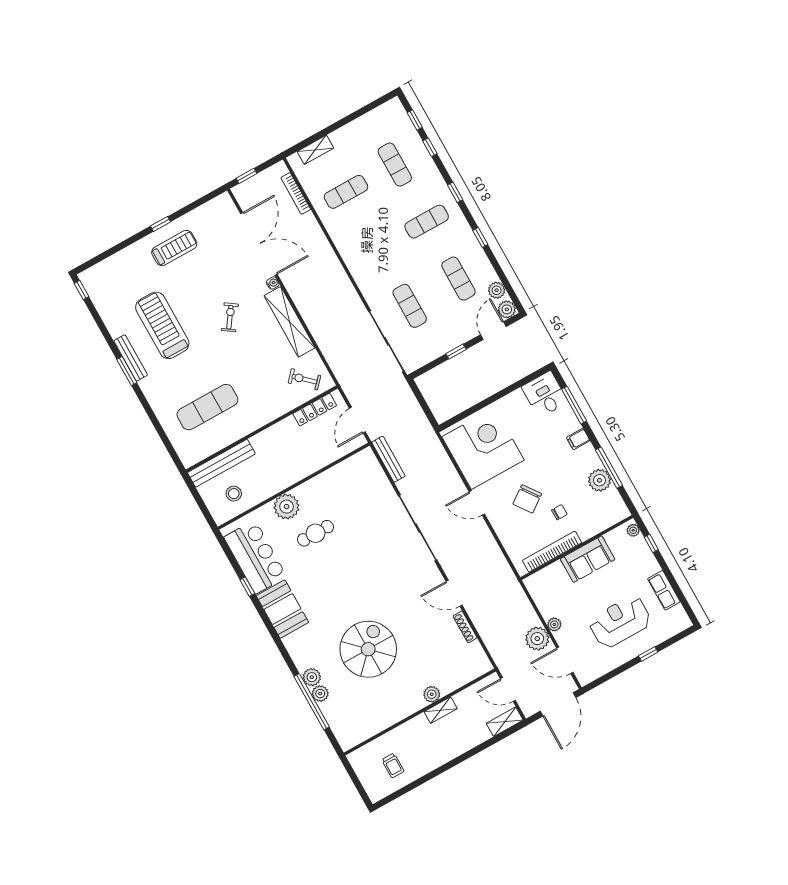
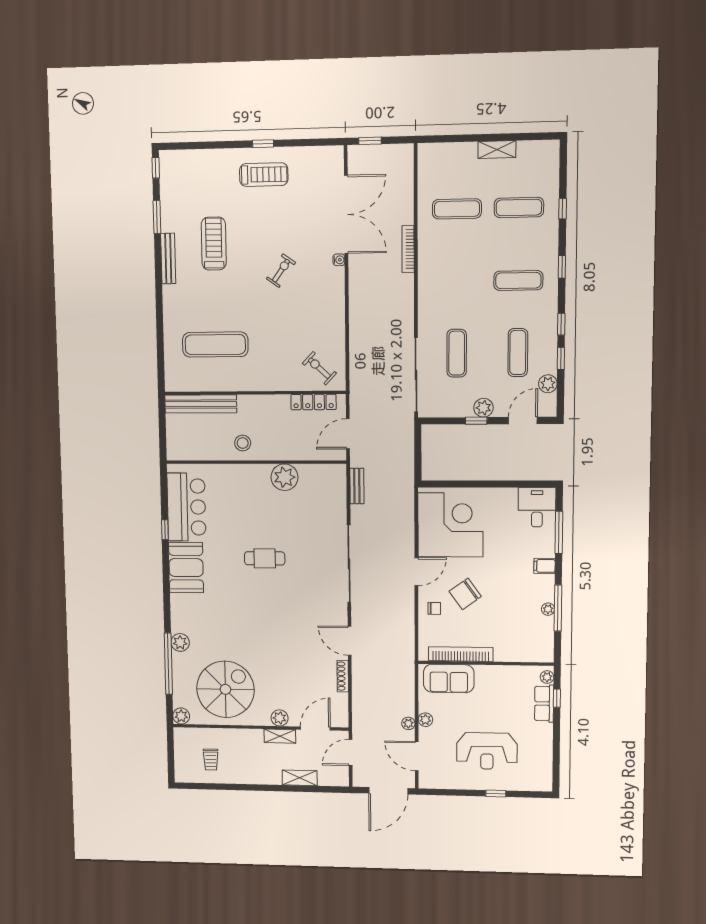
window: (415, 120) -> (561, 358), moved
shelving: (315, 150) -> (497, 150), moved
exercise mat: (395, 165) -> (519, 207), turned 90
bookcase: (296, 193) -> (408, 249), moved
plant: (507, 309) -> (483, 408), moved
shelving: (290, 322) -> (335, 306), removed
treadmill: (162, 325) -> (214, 244), width x0.73, depth x0.73
window: (127, 371) -> (157, 217), moved
bench: (388, 459) -> (357, 486), width x0.73
plant: (600, 480) -> (548, 609), width x0.53, depth x0.53
stool: (234, 494) -> (243, 443), moved
door: (477, 503) -> (416, 572), swing flipped
plant: (287, 507) -> (285, 477), moved
chair: (559, 512) -> (434, 608), moved
cafe table: (315, 533) -> (265, 558), moved
sofa: (588, 559) -> (449, 678), moved
row of seats: (664, 590) -> (544, 704), moved
reception desk: (620, 622) -> (487, 751), turned 180
plant: (537, 639) -> (408, 723), width x0.53, depth x0.53
spiral stairs: (368, 649) -> (225, 689), moved
door: (467, 686) -> (315, 728), added
door: (508, 689) -> (351, 753), hinge flipped
plant: (320, 694) -> (181, 716), moved
shelving: (505, 722) -> (300, 778), moved

